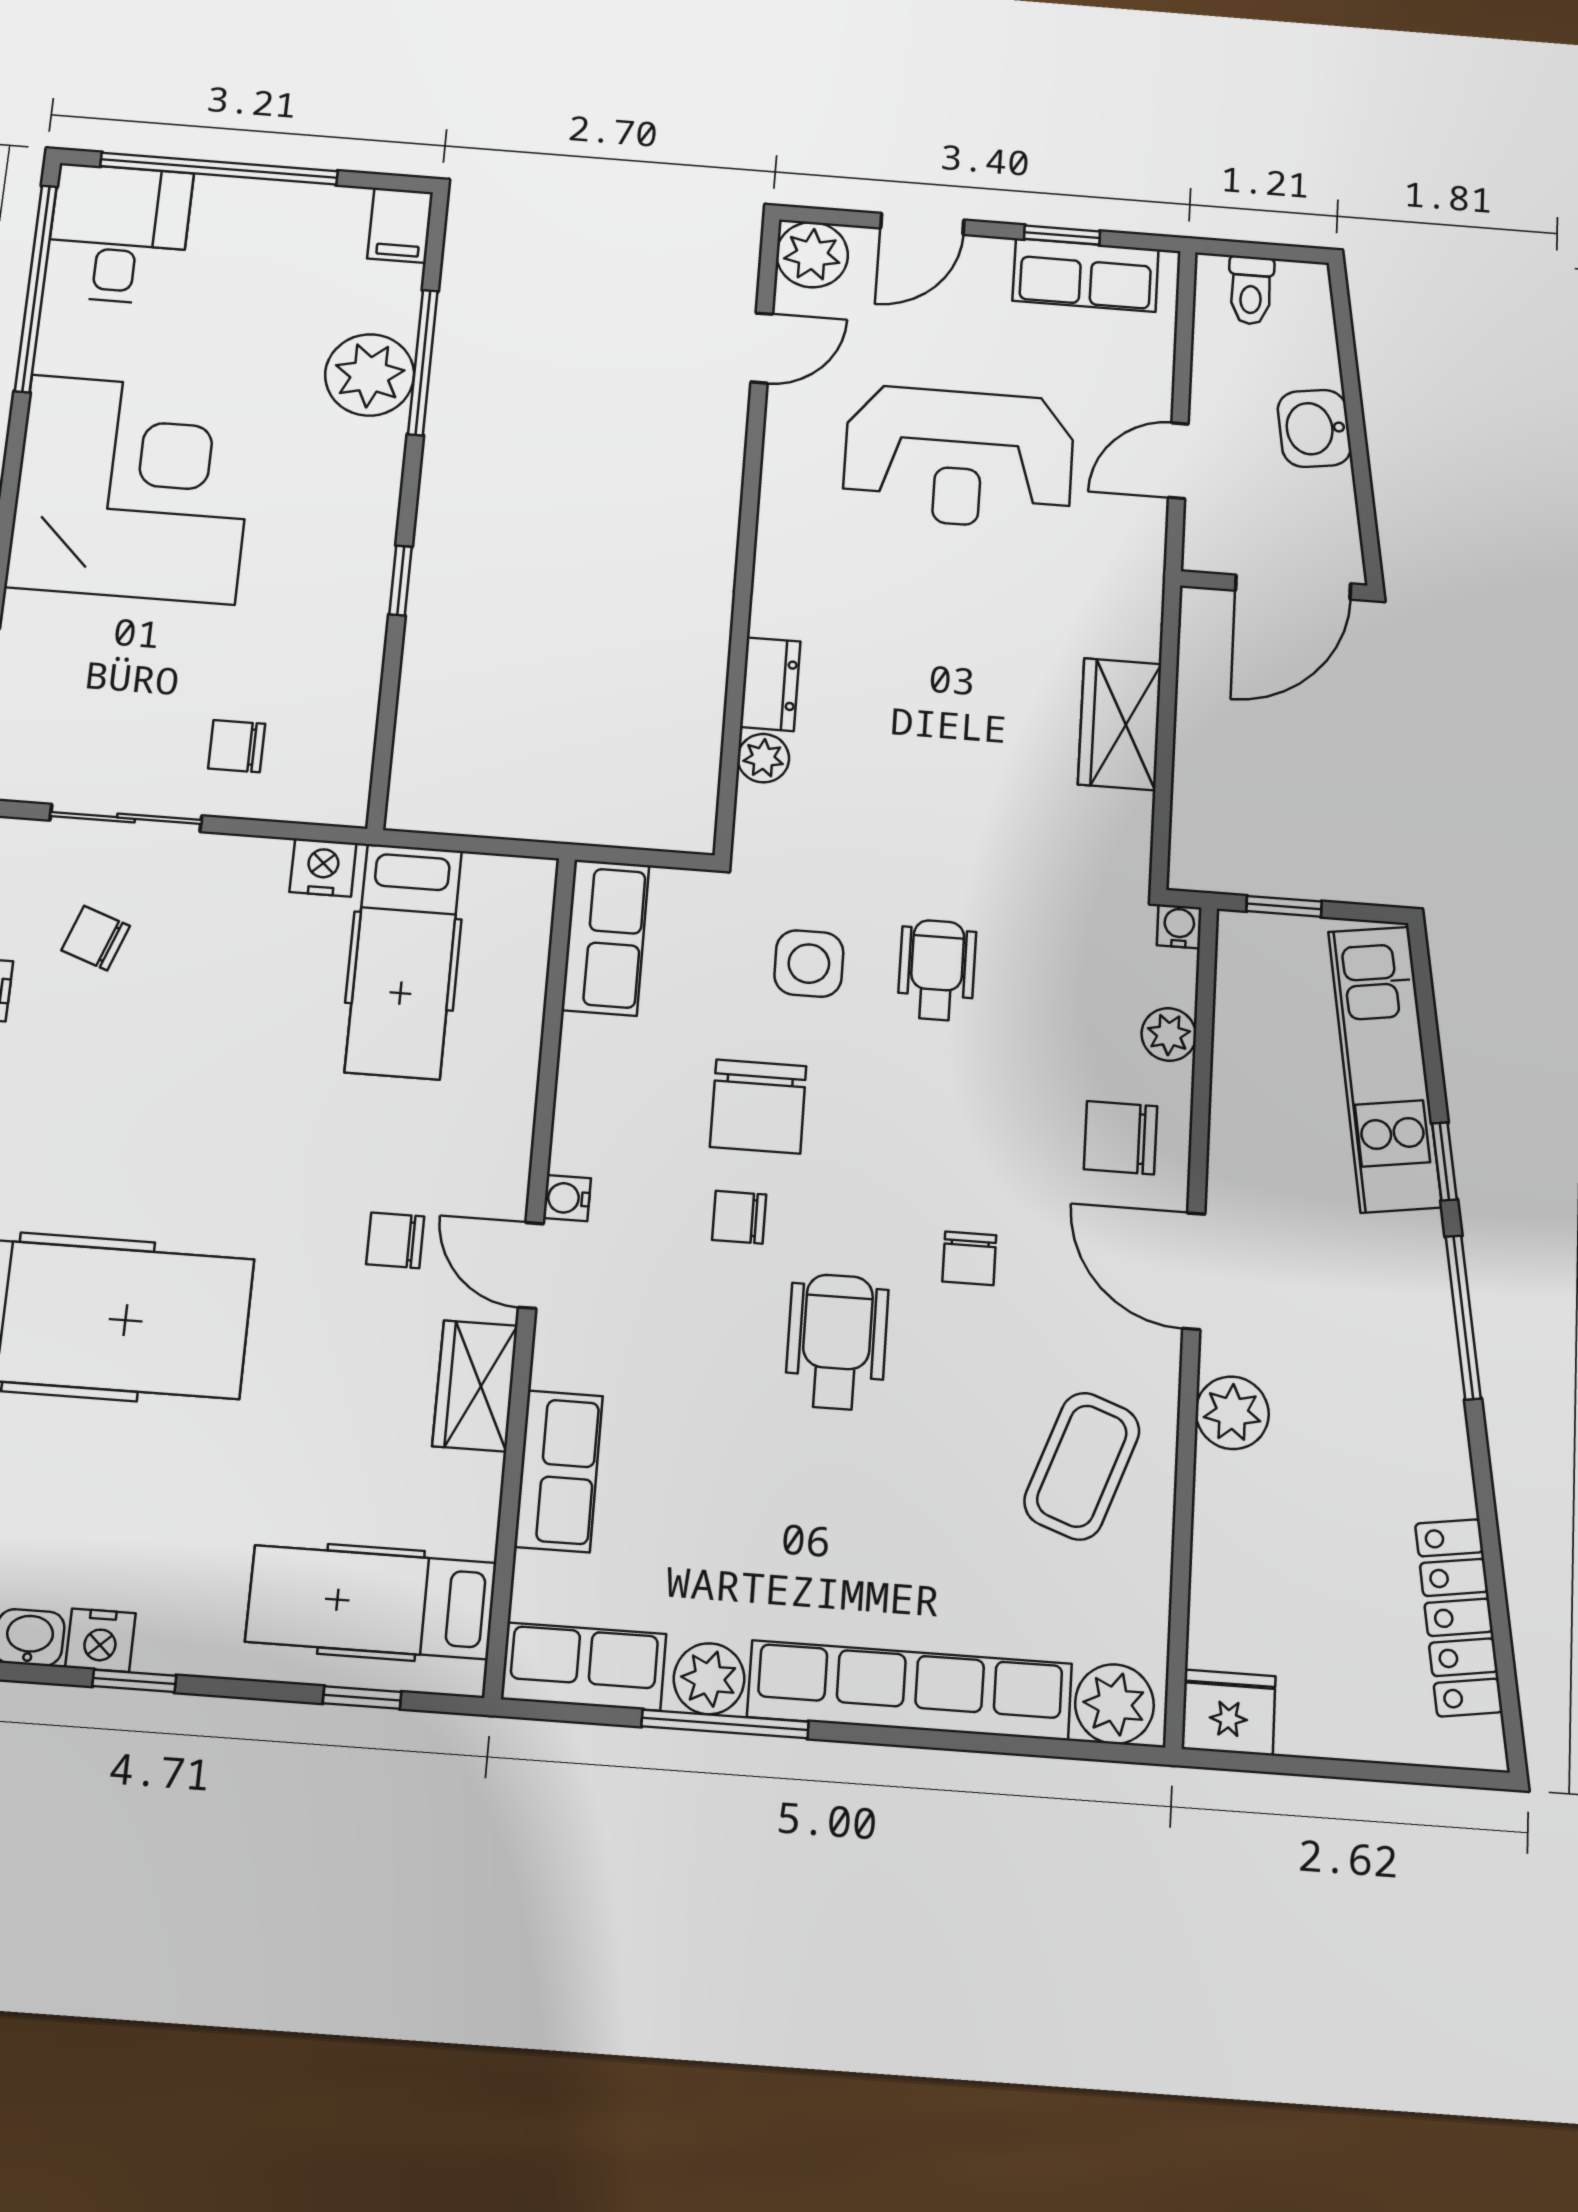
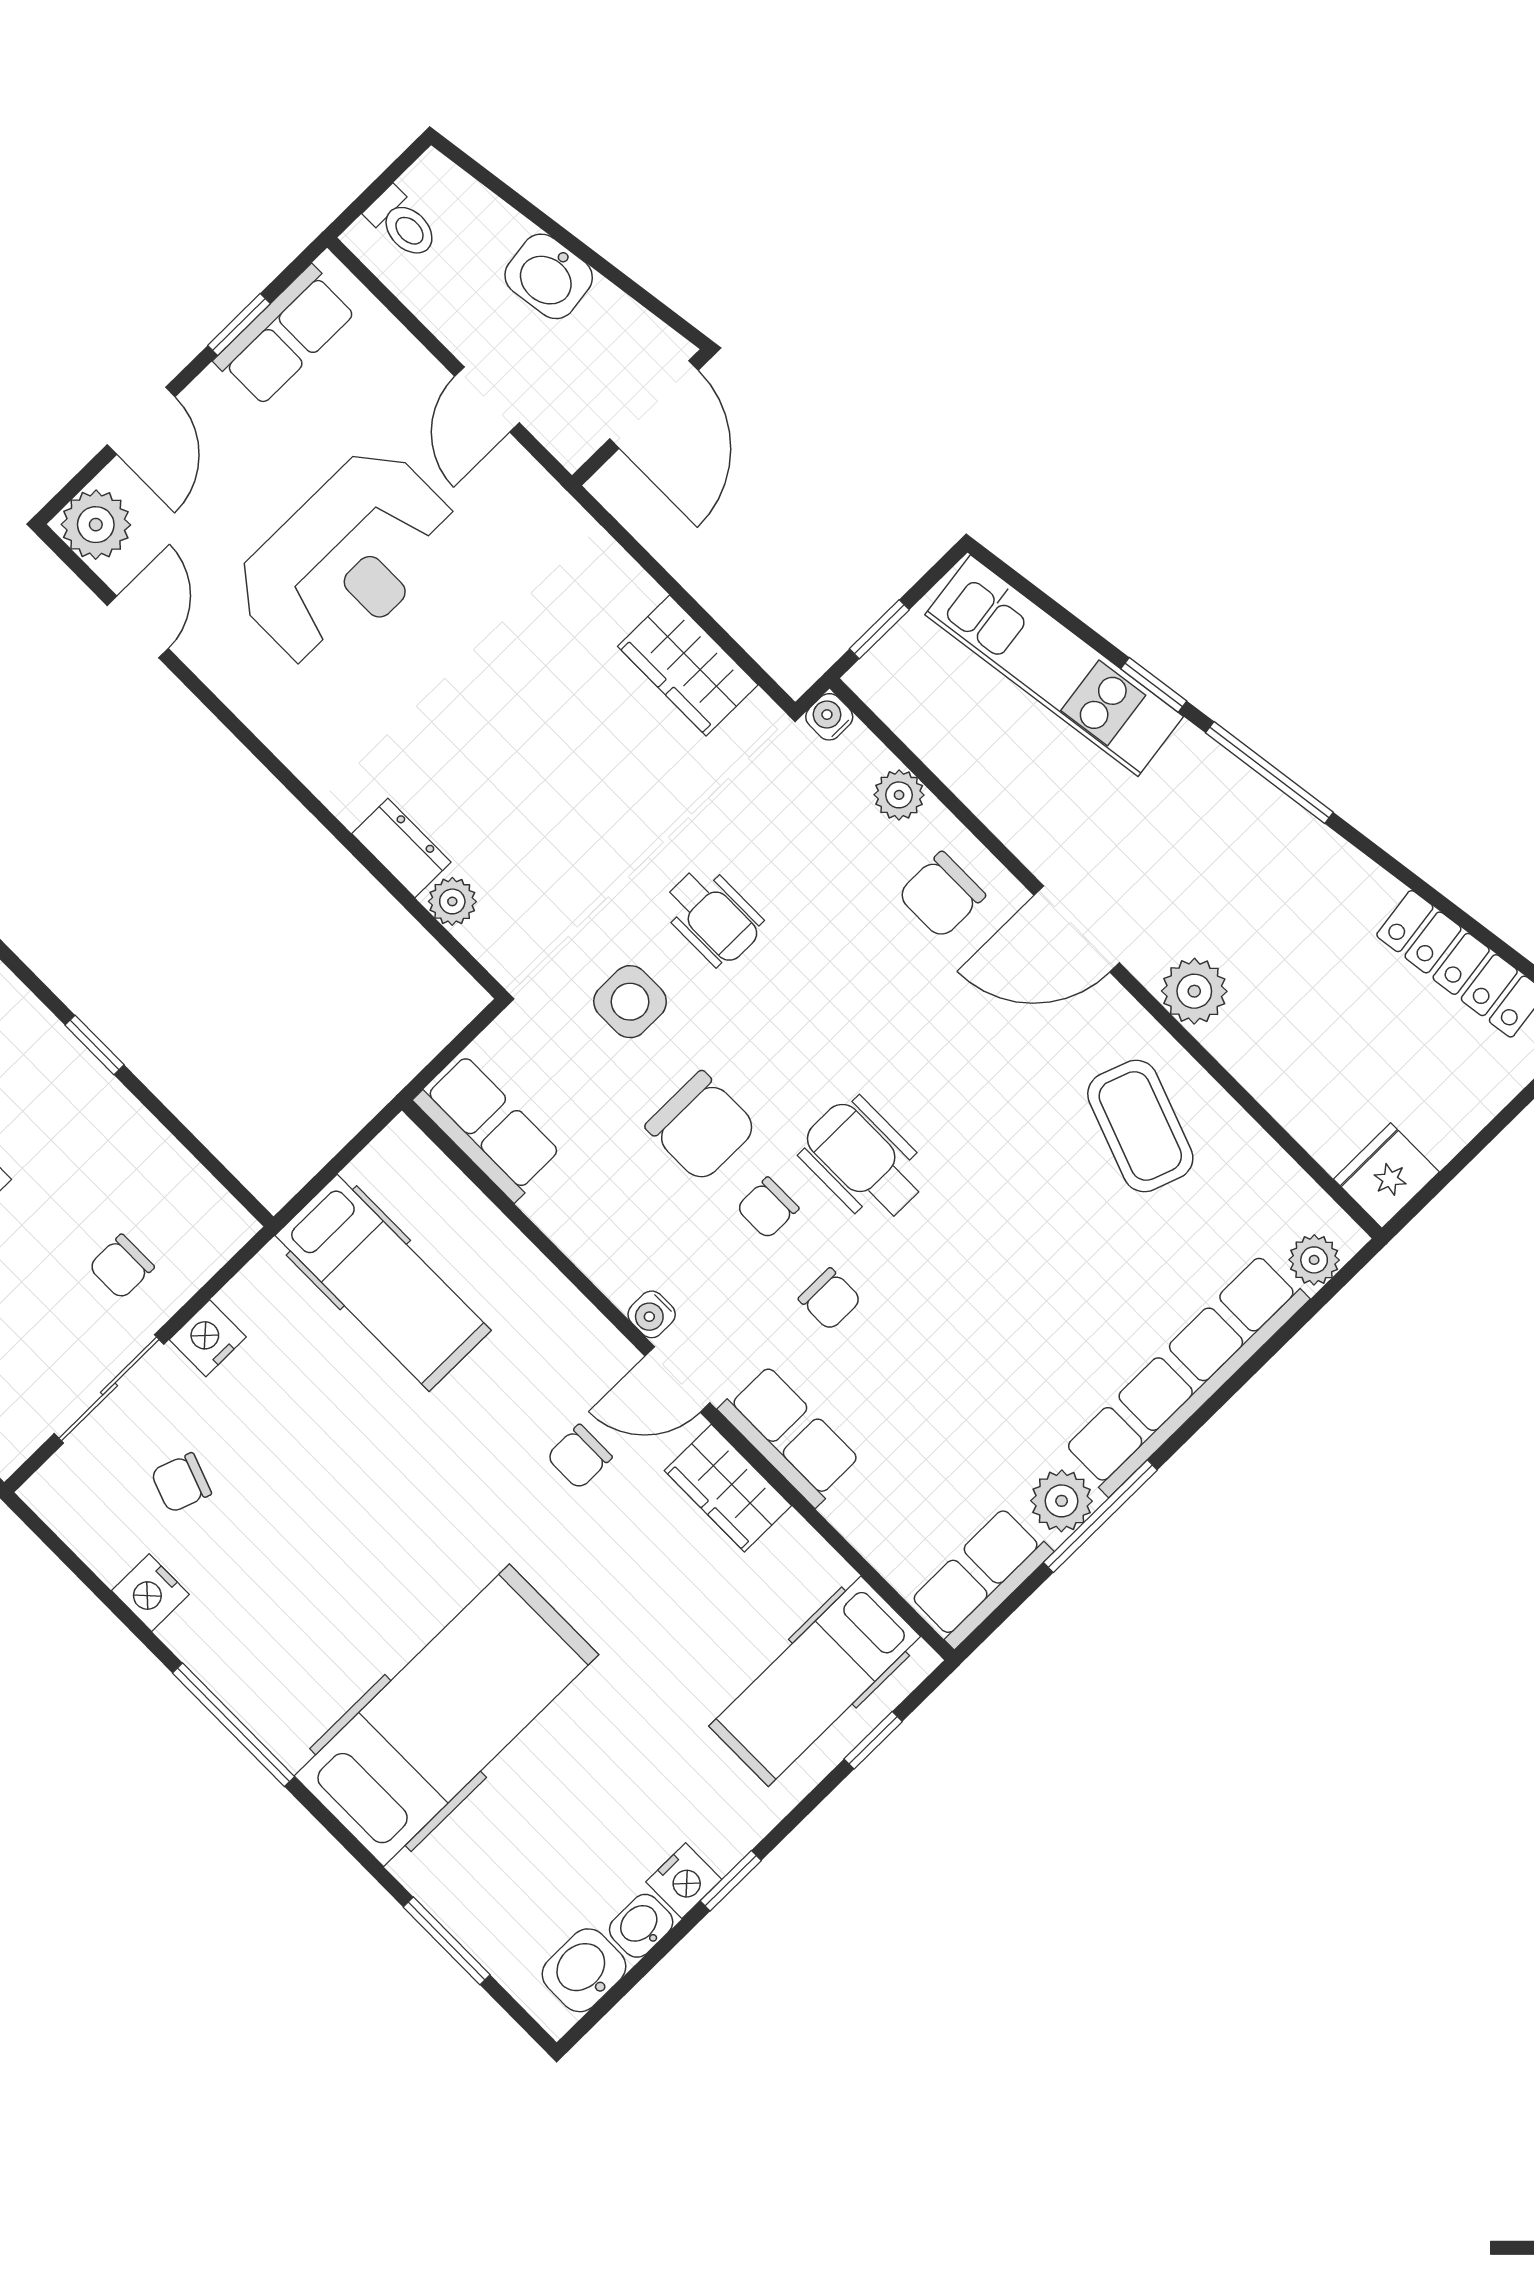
wardrobe: (1120, 724) -> (688, 666), moved
nightstand: (323, 868) -> (208, 1338), moved
wheelchair: (937, 970) -> (712, 916), turned 180
chair: (969, 1258) -> (830, 1299), moved
wheelchair: (837, 1342) -> (864, 1161), moved
row of seats: (559, 1471) -> (790, 1435), moved
plant: (1114, 1704) -> (1314, 1260), width x0.73, depth x0.73

